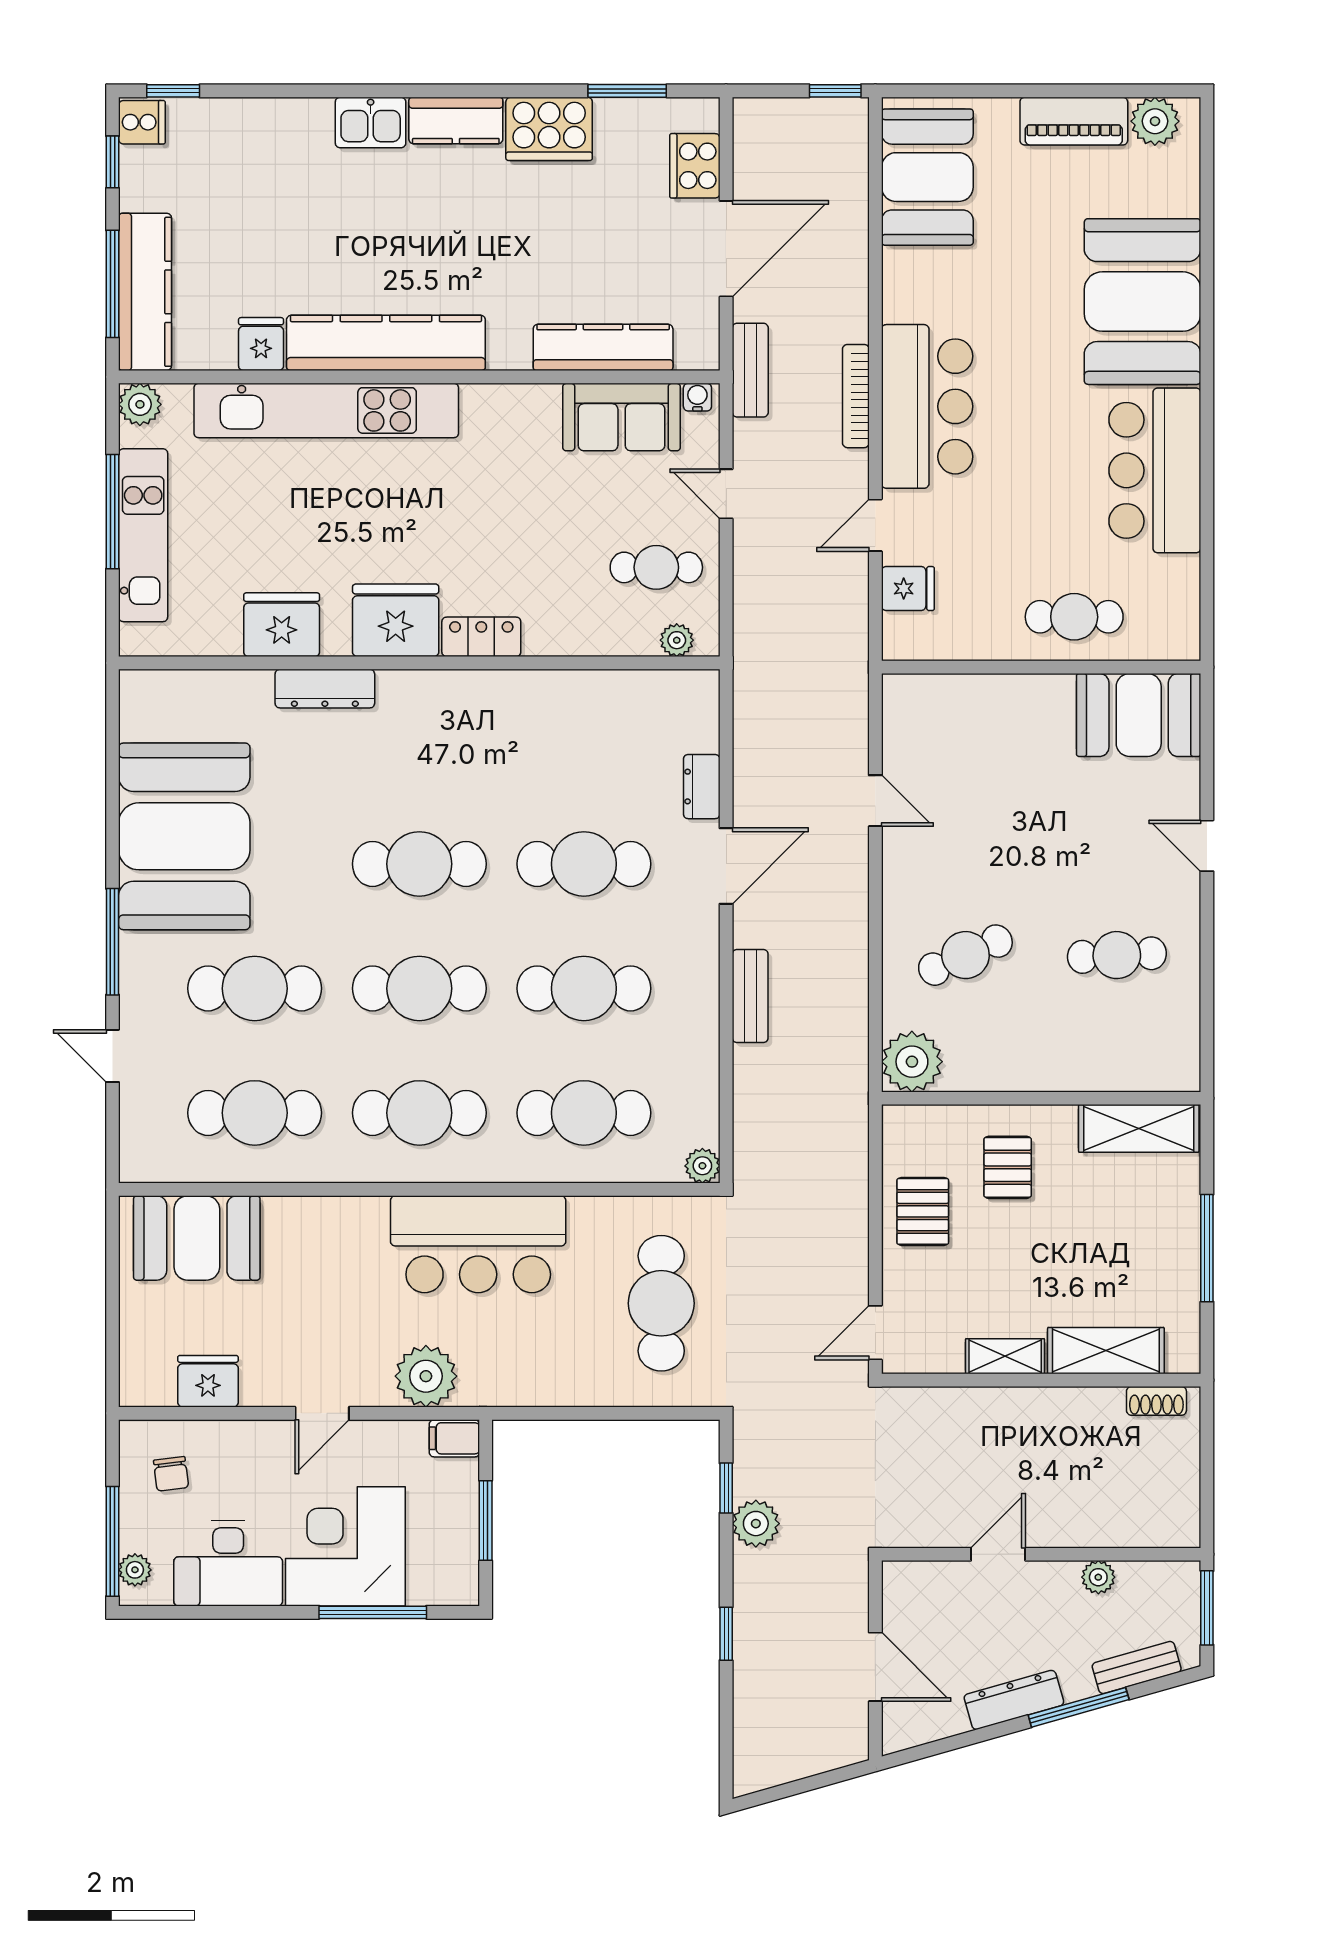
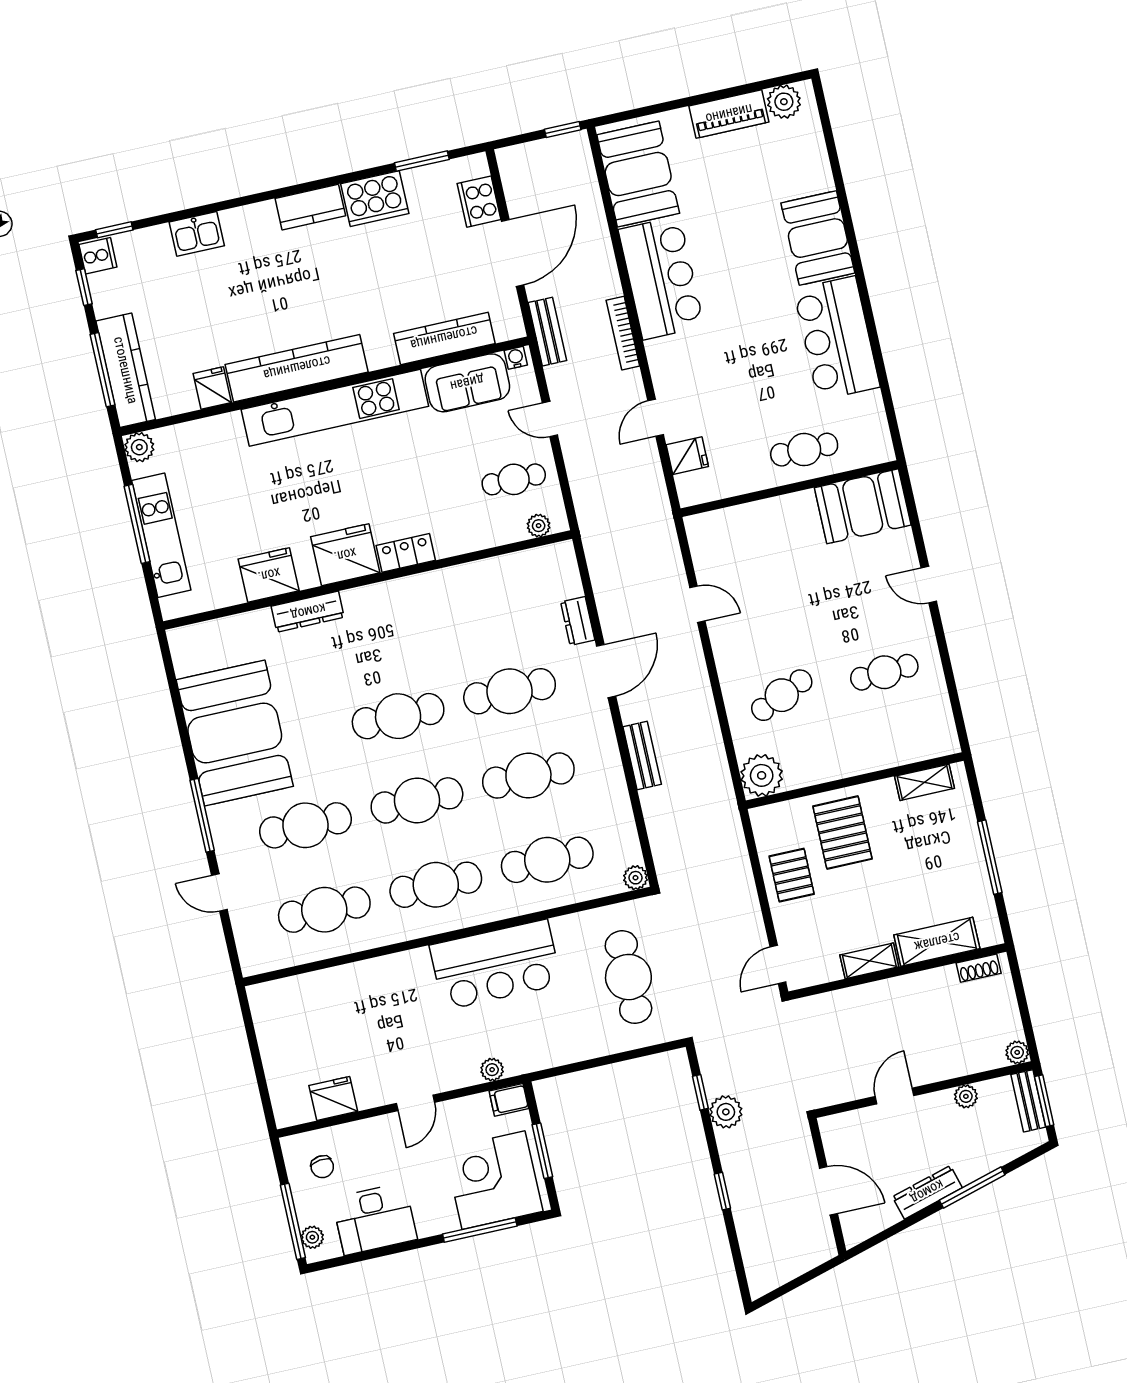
kitchen sink: (371, 123) -> (197, 234), moved
booth: (1143, 302) -> (818, 238), width x0.73, depth x0.70
bar counter: (927, 406) -> (661, 278), moved
kitchen unit: (326, 410) -> (335, 408), moved
shelving: (1139, 1128) -> (924, 782), width x0.67, depth x0.75
pallet: (1008, 1167) -> (842, 833), width x1.50, depth x1.42
booth: (197, 1238) -> (304, 1003), removed
plant: (426, 1376) -> (492, 1070), width x0.53, depth x0.53
plant: (1184, 1531) -> (1017, 1052), added
corner desk: (345, 1546) -> (494, 1180), moved
bench: (1137, 1667) -> (1028, 1101), moved, turned -74

